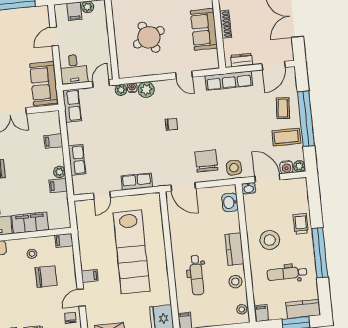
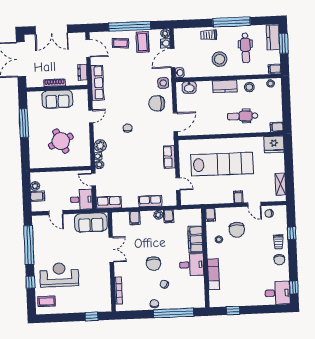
dental chair: (197, 275) -> (243, 116), turned 180
chair: (46, 277) -> (237, 230), turned 180

